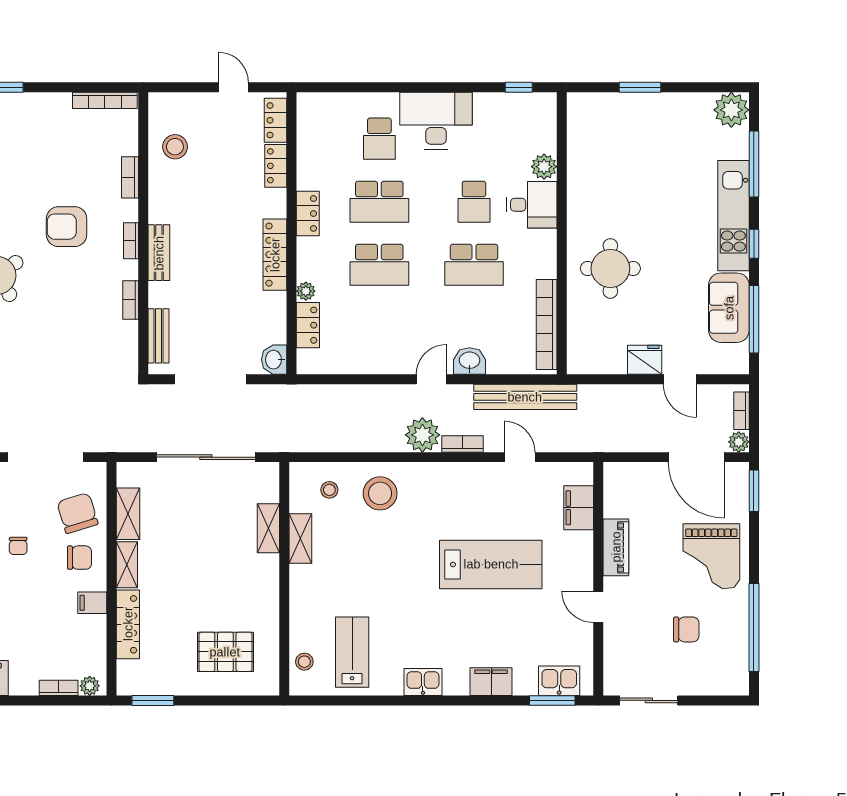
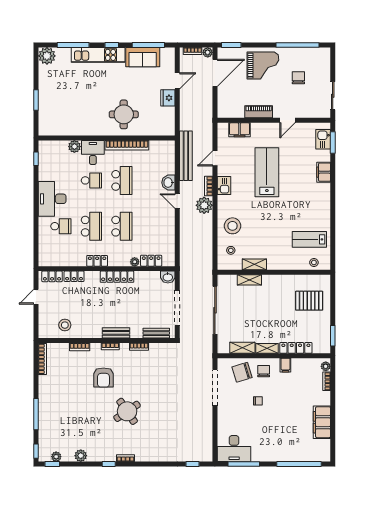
bookcase: (547, 324) -> (127, 145), moved
pallet: (225, 652) -> (309, 301), turned 90
kitchen sink: (423, 682) -> (224, 186), moved, turned 180

